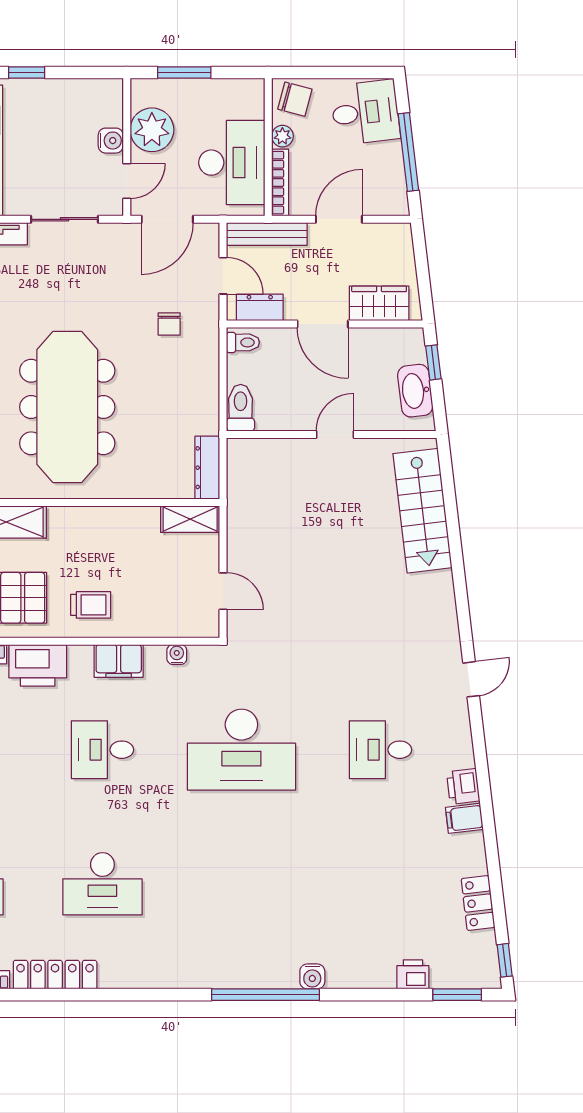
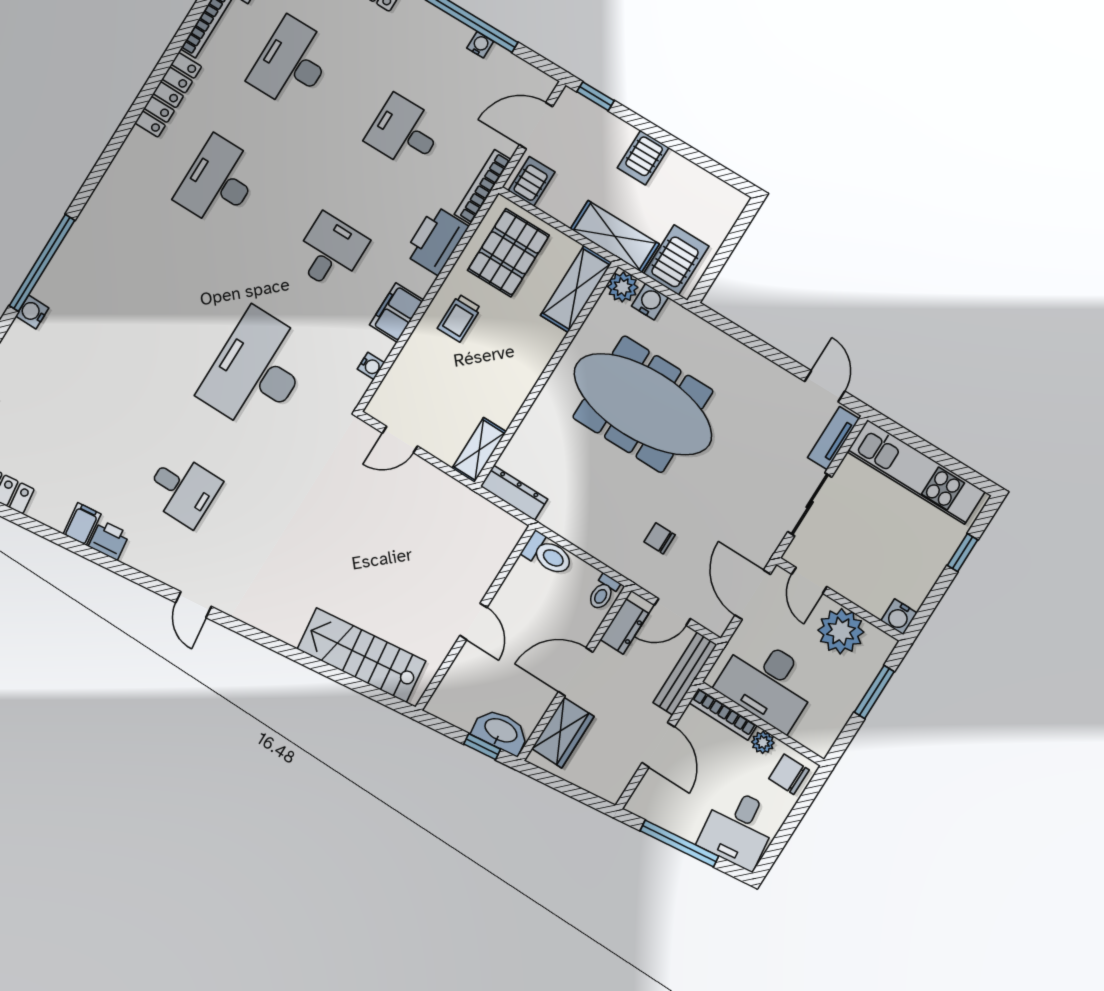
chair: (295, 99) -> (789, 774), turned 75
water cooler: (111, 141) -> (899, 617), moved
washbasin: (415, 391) -> (501, 731), moved
desk: (380, 750) -> (183, 489), turned 90

